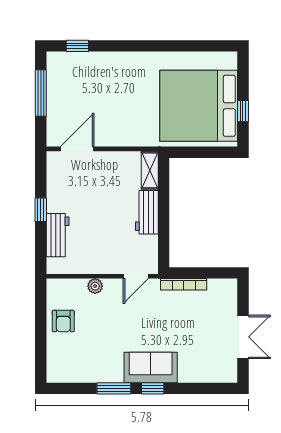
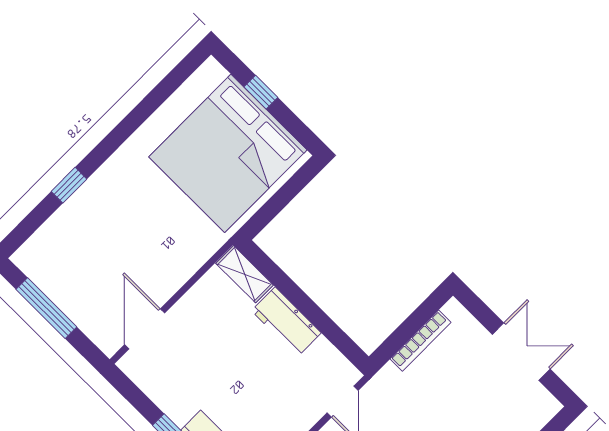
window: (77, 46) -> (69, 185), moved
window: (243, 111) -> (261, 92), moved
bookcase: (184, 284) -> (420, 341), moved

